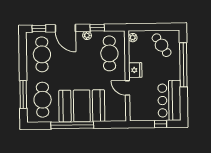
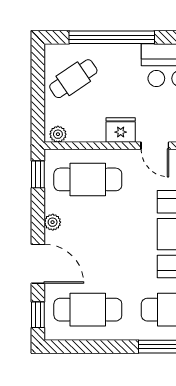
door: (65, 28) -> (38, 264), hinge flipped
window: (97, 28) -> (38, 174), moved
door: (127, 88) -> (155, 146), hinge flipped

